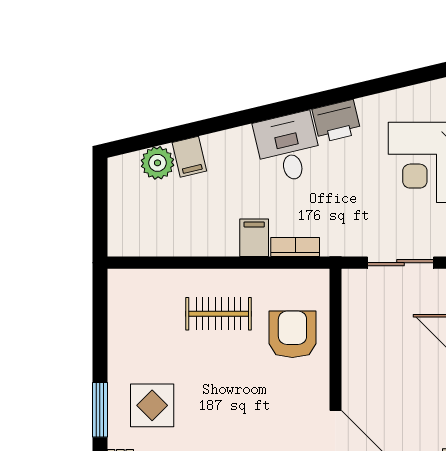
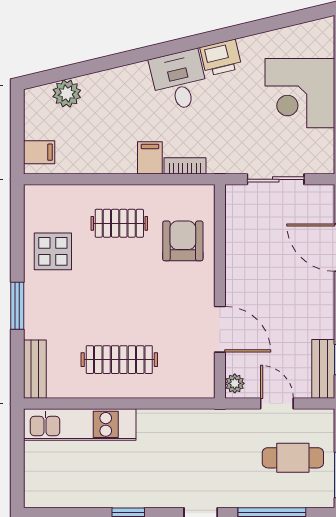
filing cabinet: (189, 157) -> (39, 152), moved, turned -77
display table: (152, 405) -> (53, 251), moved

